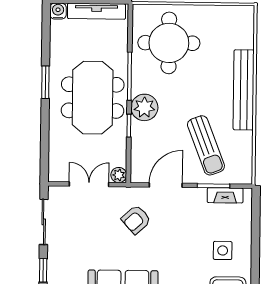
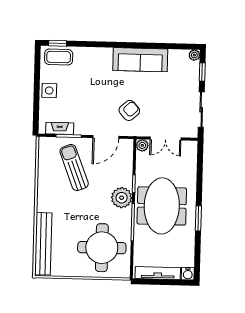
bench: (244, 90) -> (43, 244), moved
side table: (223, 250) -> (49, 90), moved

